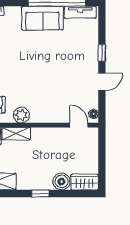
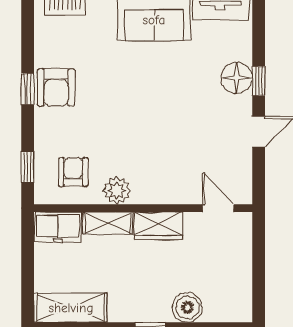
floor lamp: (94, 114) -> (237, 78), moved, width x1.89, depth x1.89
wardrobe: (85, 182) -> (159, 226), moved, turned 180

